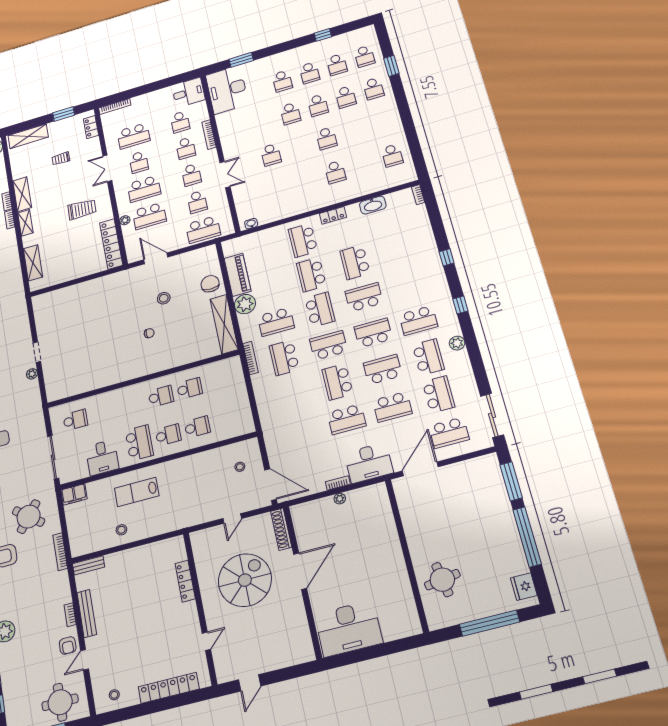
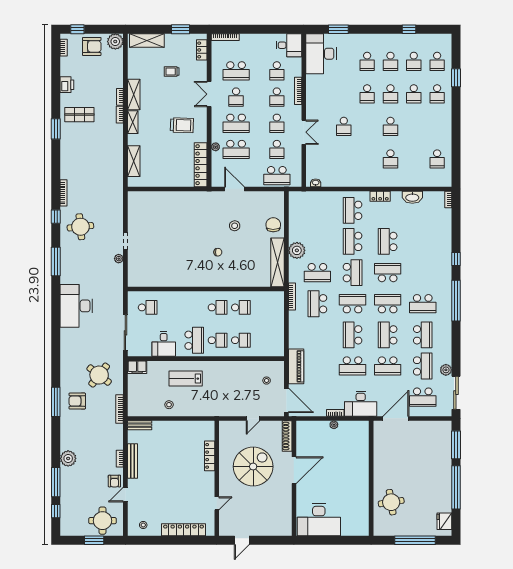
piano: (238, 275) -> (296, 366), moved
window: (460, 305) -> (456, 301), width x3.17
plant: (457, 343) -> (446, 370), moved
school desk: (383, 369) -> (388, 335), turned -90

